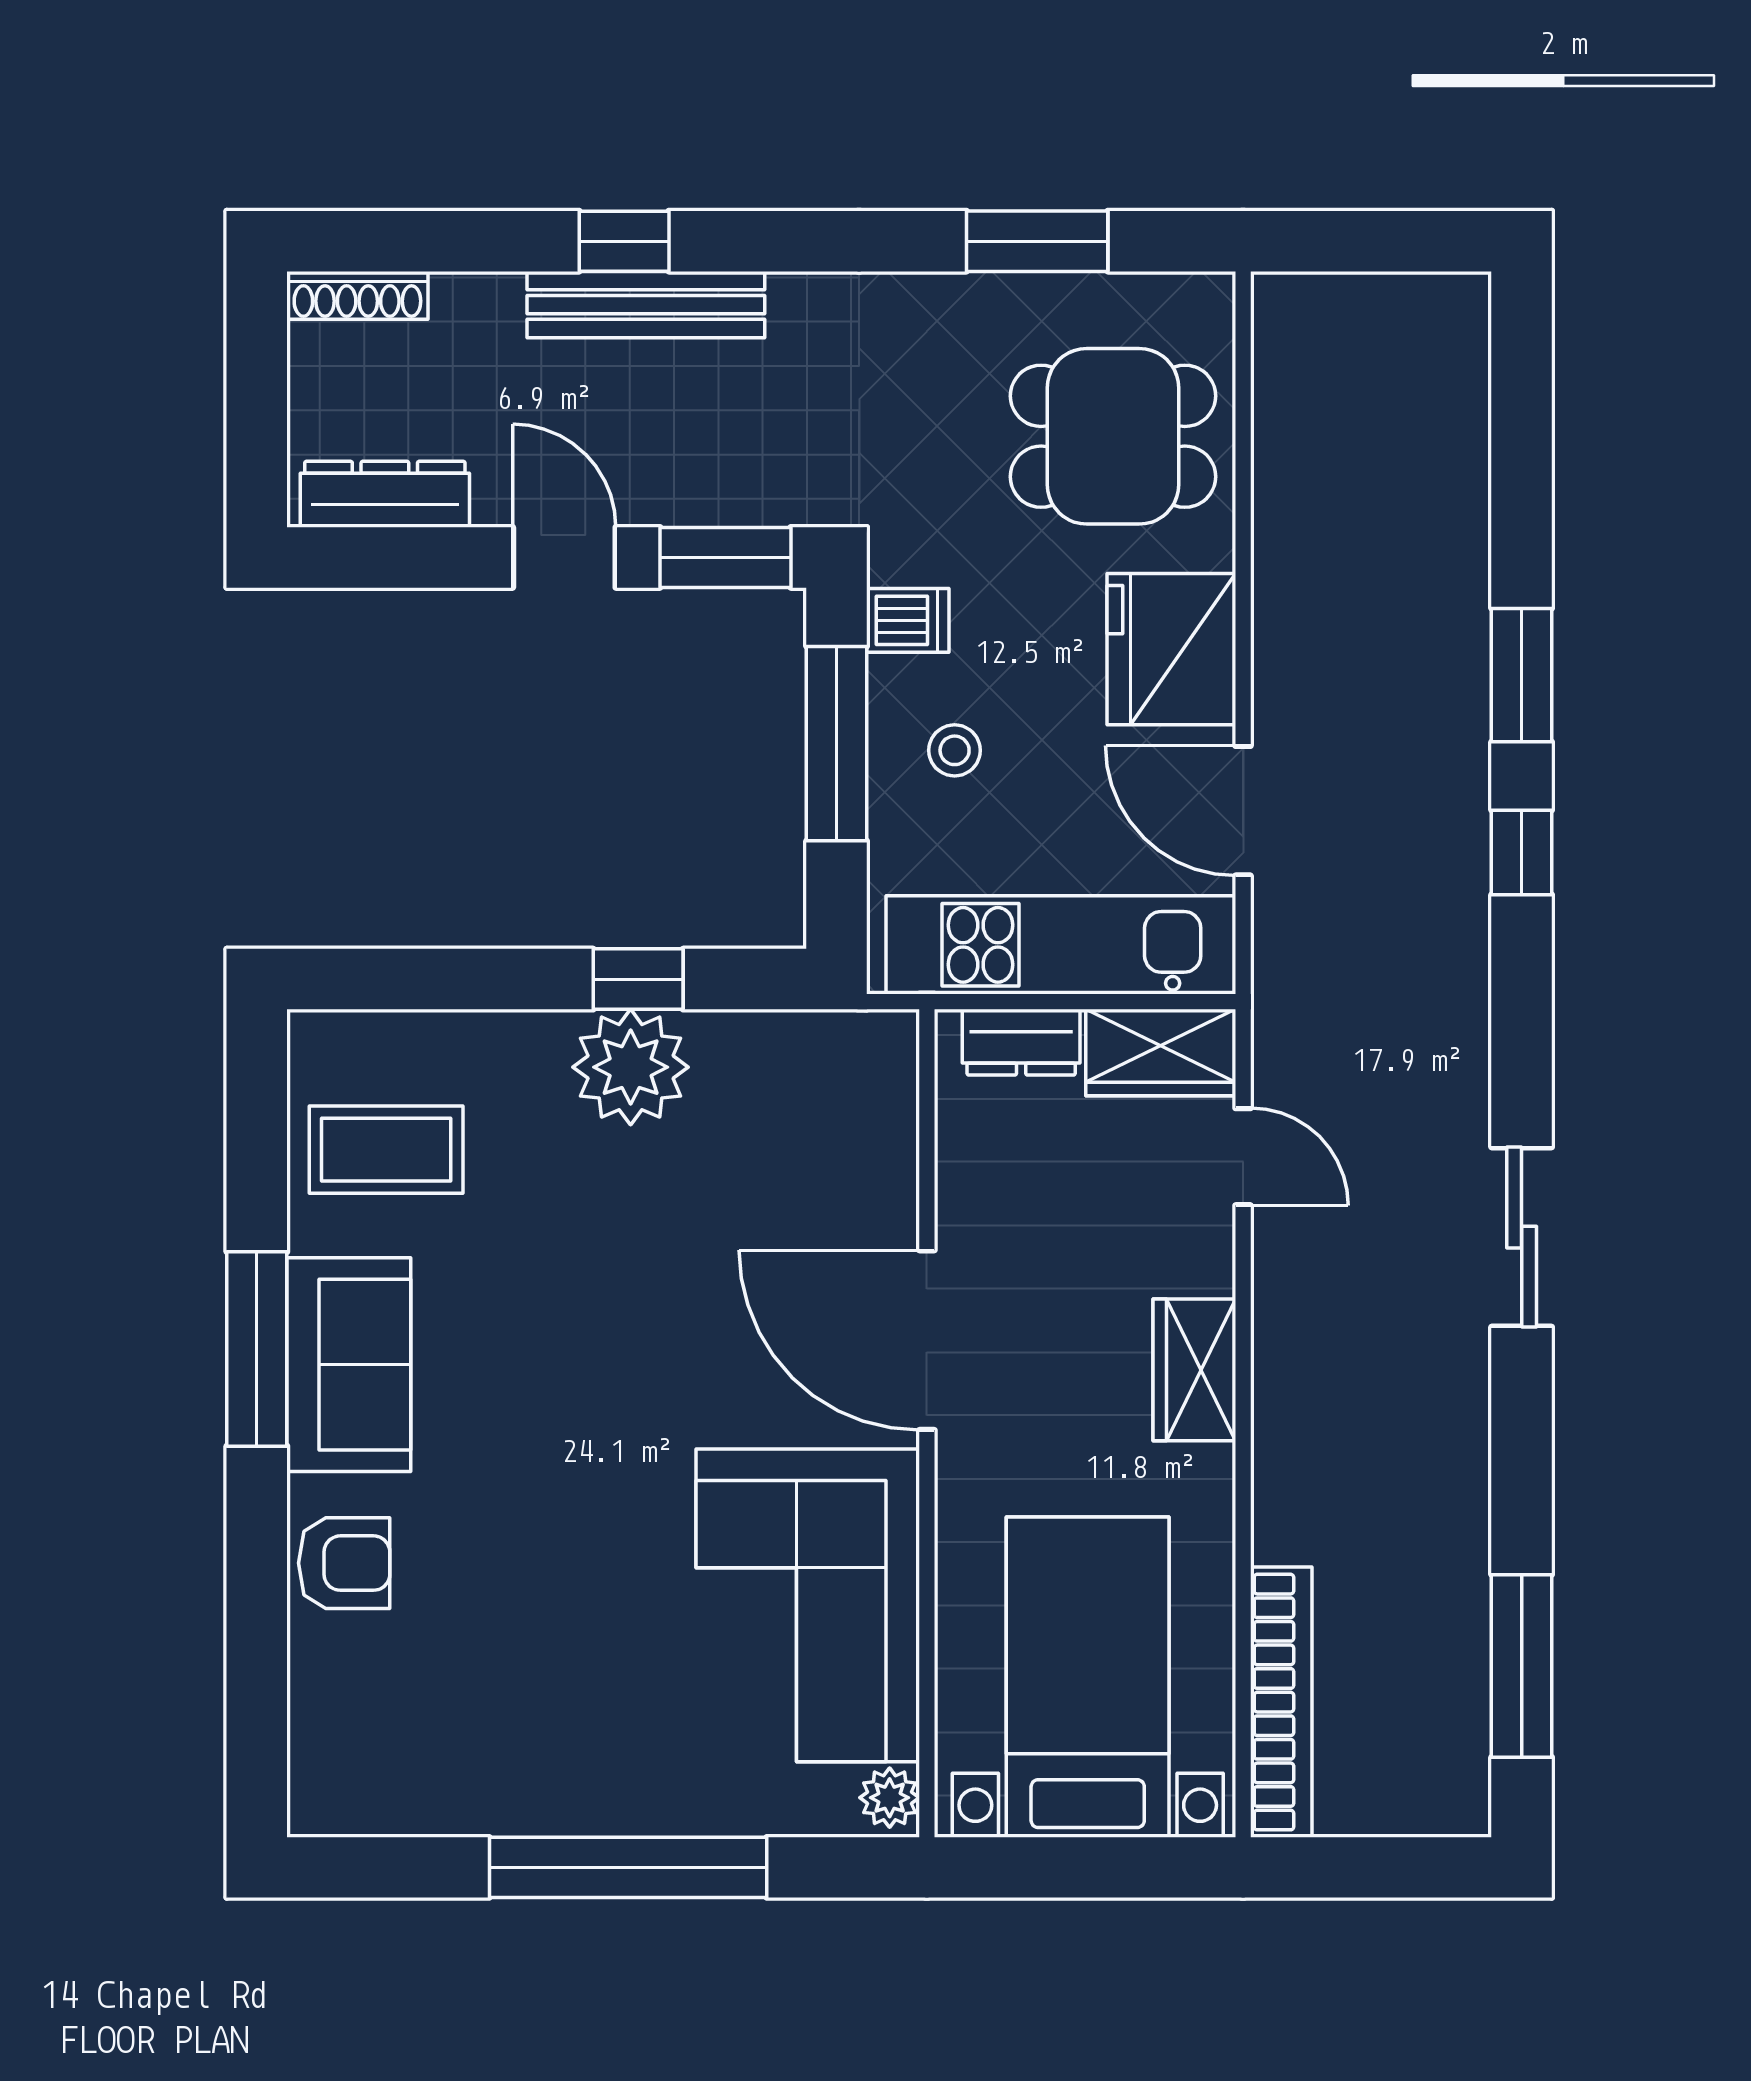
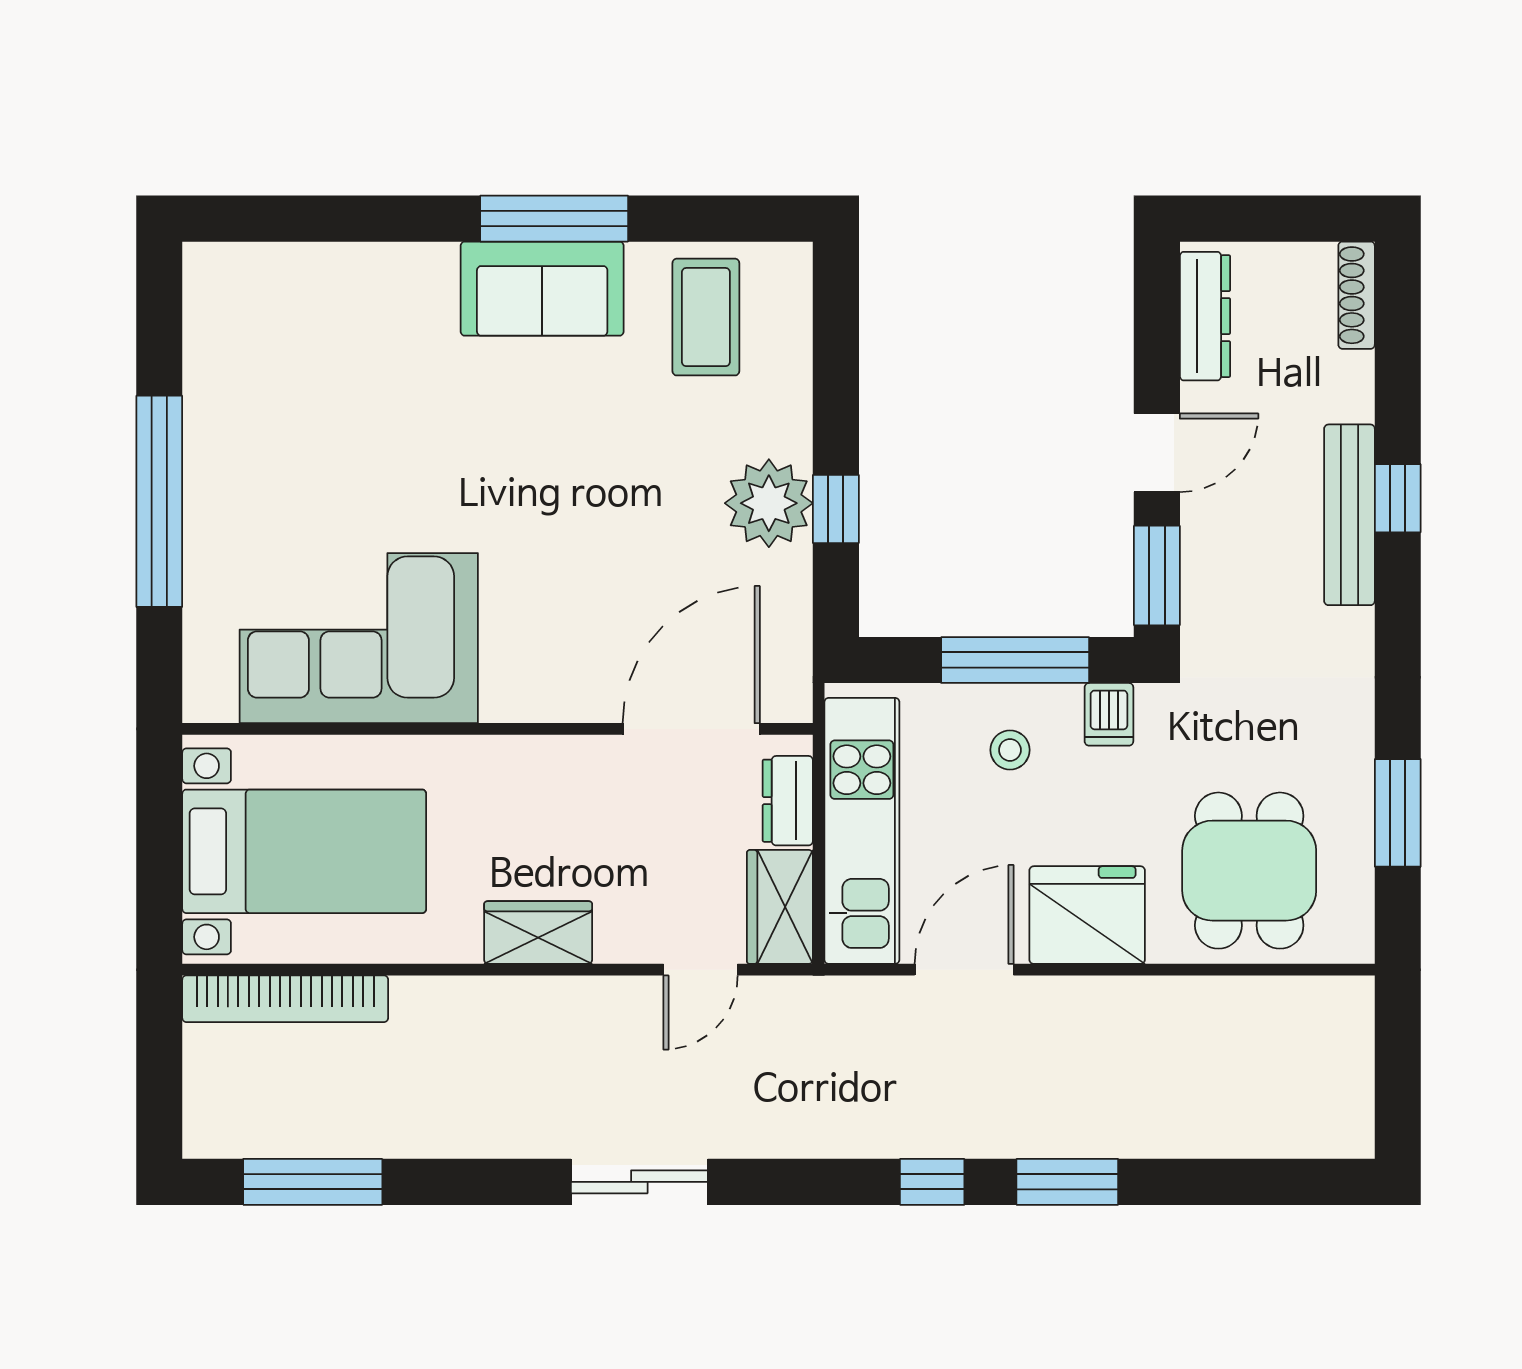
door: (927, 1340) -> (691, 729), moved
armchair: (344, 1563) -> (391, 285), removed
plant: (890, 1798) -> (212, 700), removed

